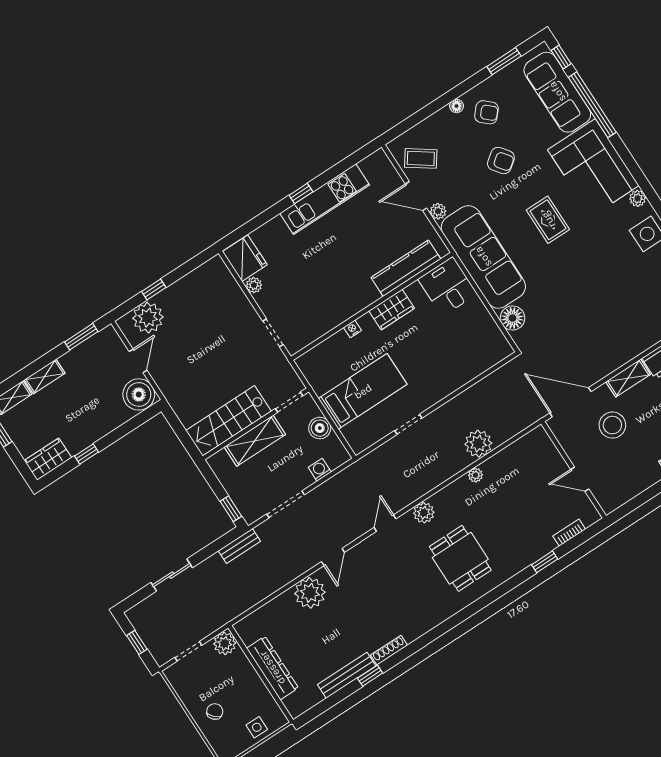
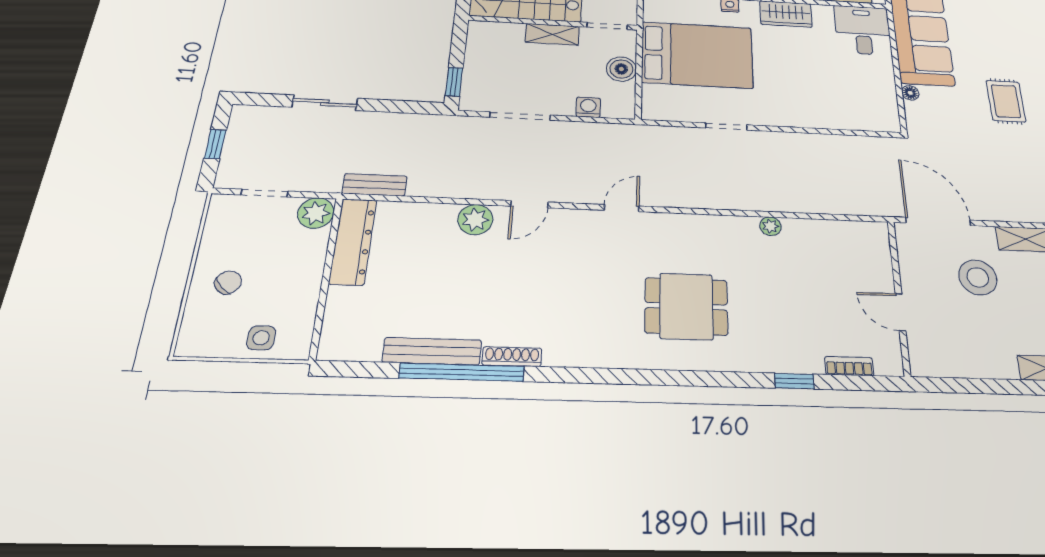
rug: (548, 220) -> (1006, 101), moved
floor lamp: (512, 318) -> (910, 93), width x0.53, depth x0.53
bed: (363, 391) -> (697, 55), width x1.50
shelving: (255, 441) -> (552, 34), width x0.67, depth x0.75
plant: (478, 444) -> (797, 196), removed
plant: (424, 513) -> (678, 227), removed
bench: (239, 546) -> (375, 185), moved
dining table: (460, 558) -> (686, 306), turned 90
plant: (310, 593) -> (475, 220), width x0.73, depth x0.73
dresser: (272, 668) -> (353, 241), moved
window: (370, 676) -> (462, 372), width x3.17

